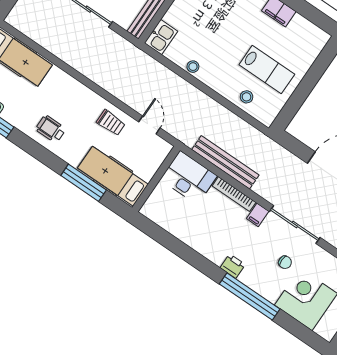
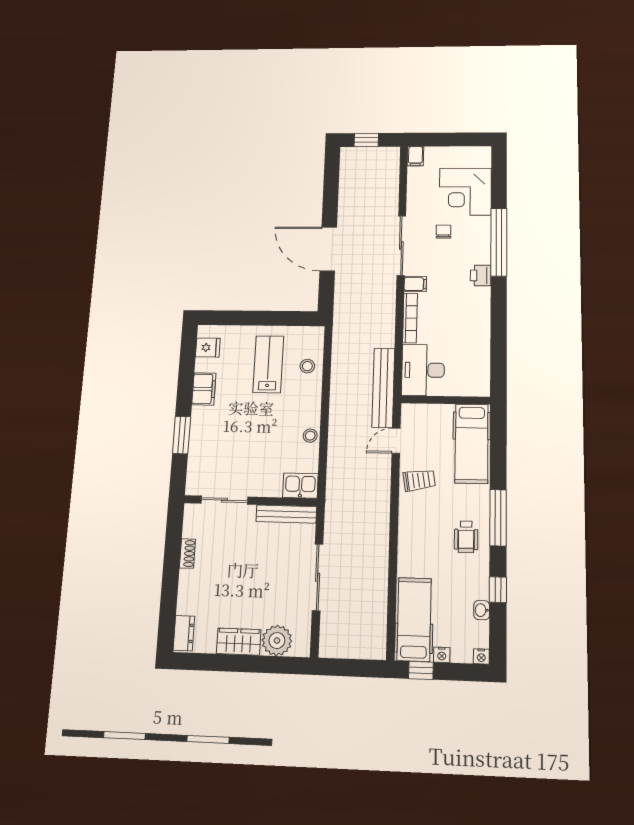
fridge: (309, 33) -> (208, 348), added
trolley: (111, 123) -> (419, 480), turned 81
bench: (225, 162) -> (383, 388), moved
window: (84, 183) -> (498, 518), moved

